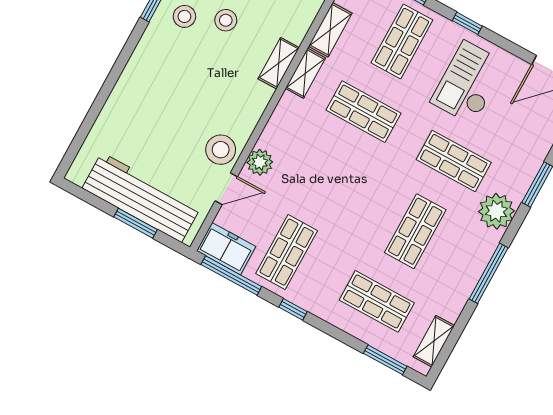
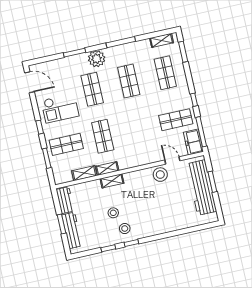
plant: (260, 162) -> (153, 157), removed
shop shelf: (415, 231) -> (129, 81), turned 90

